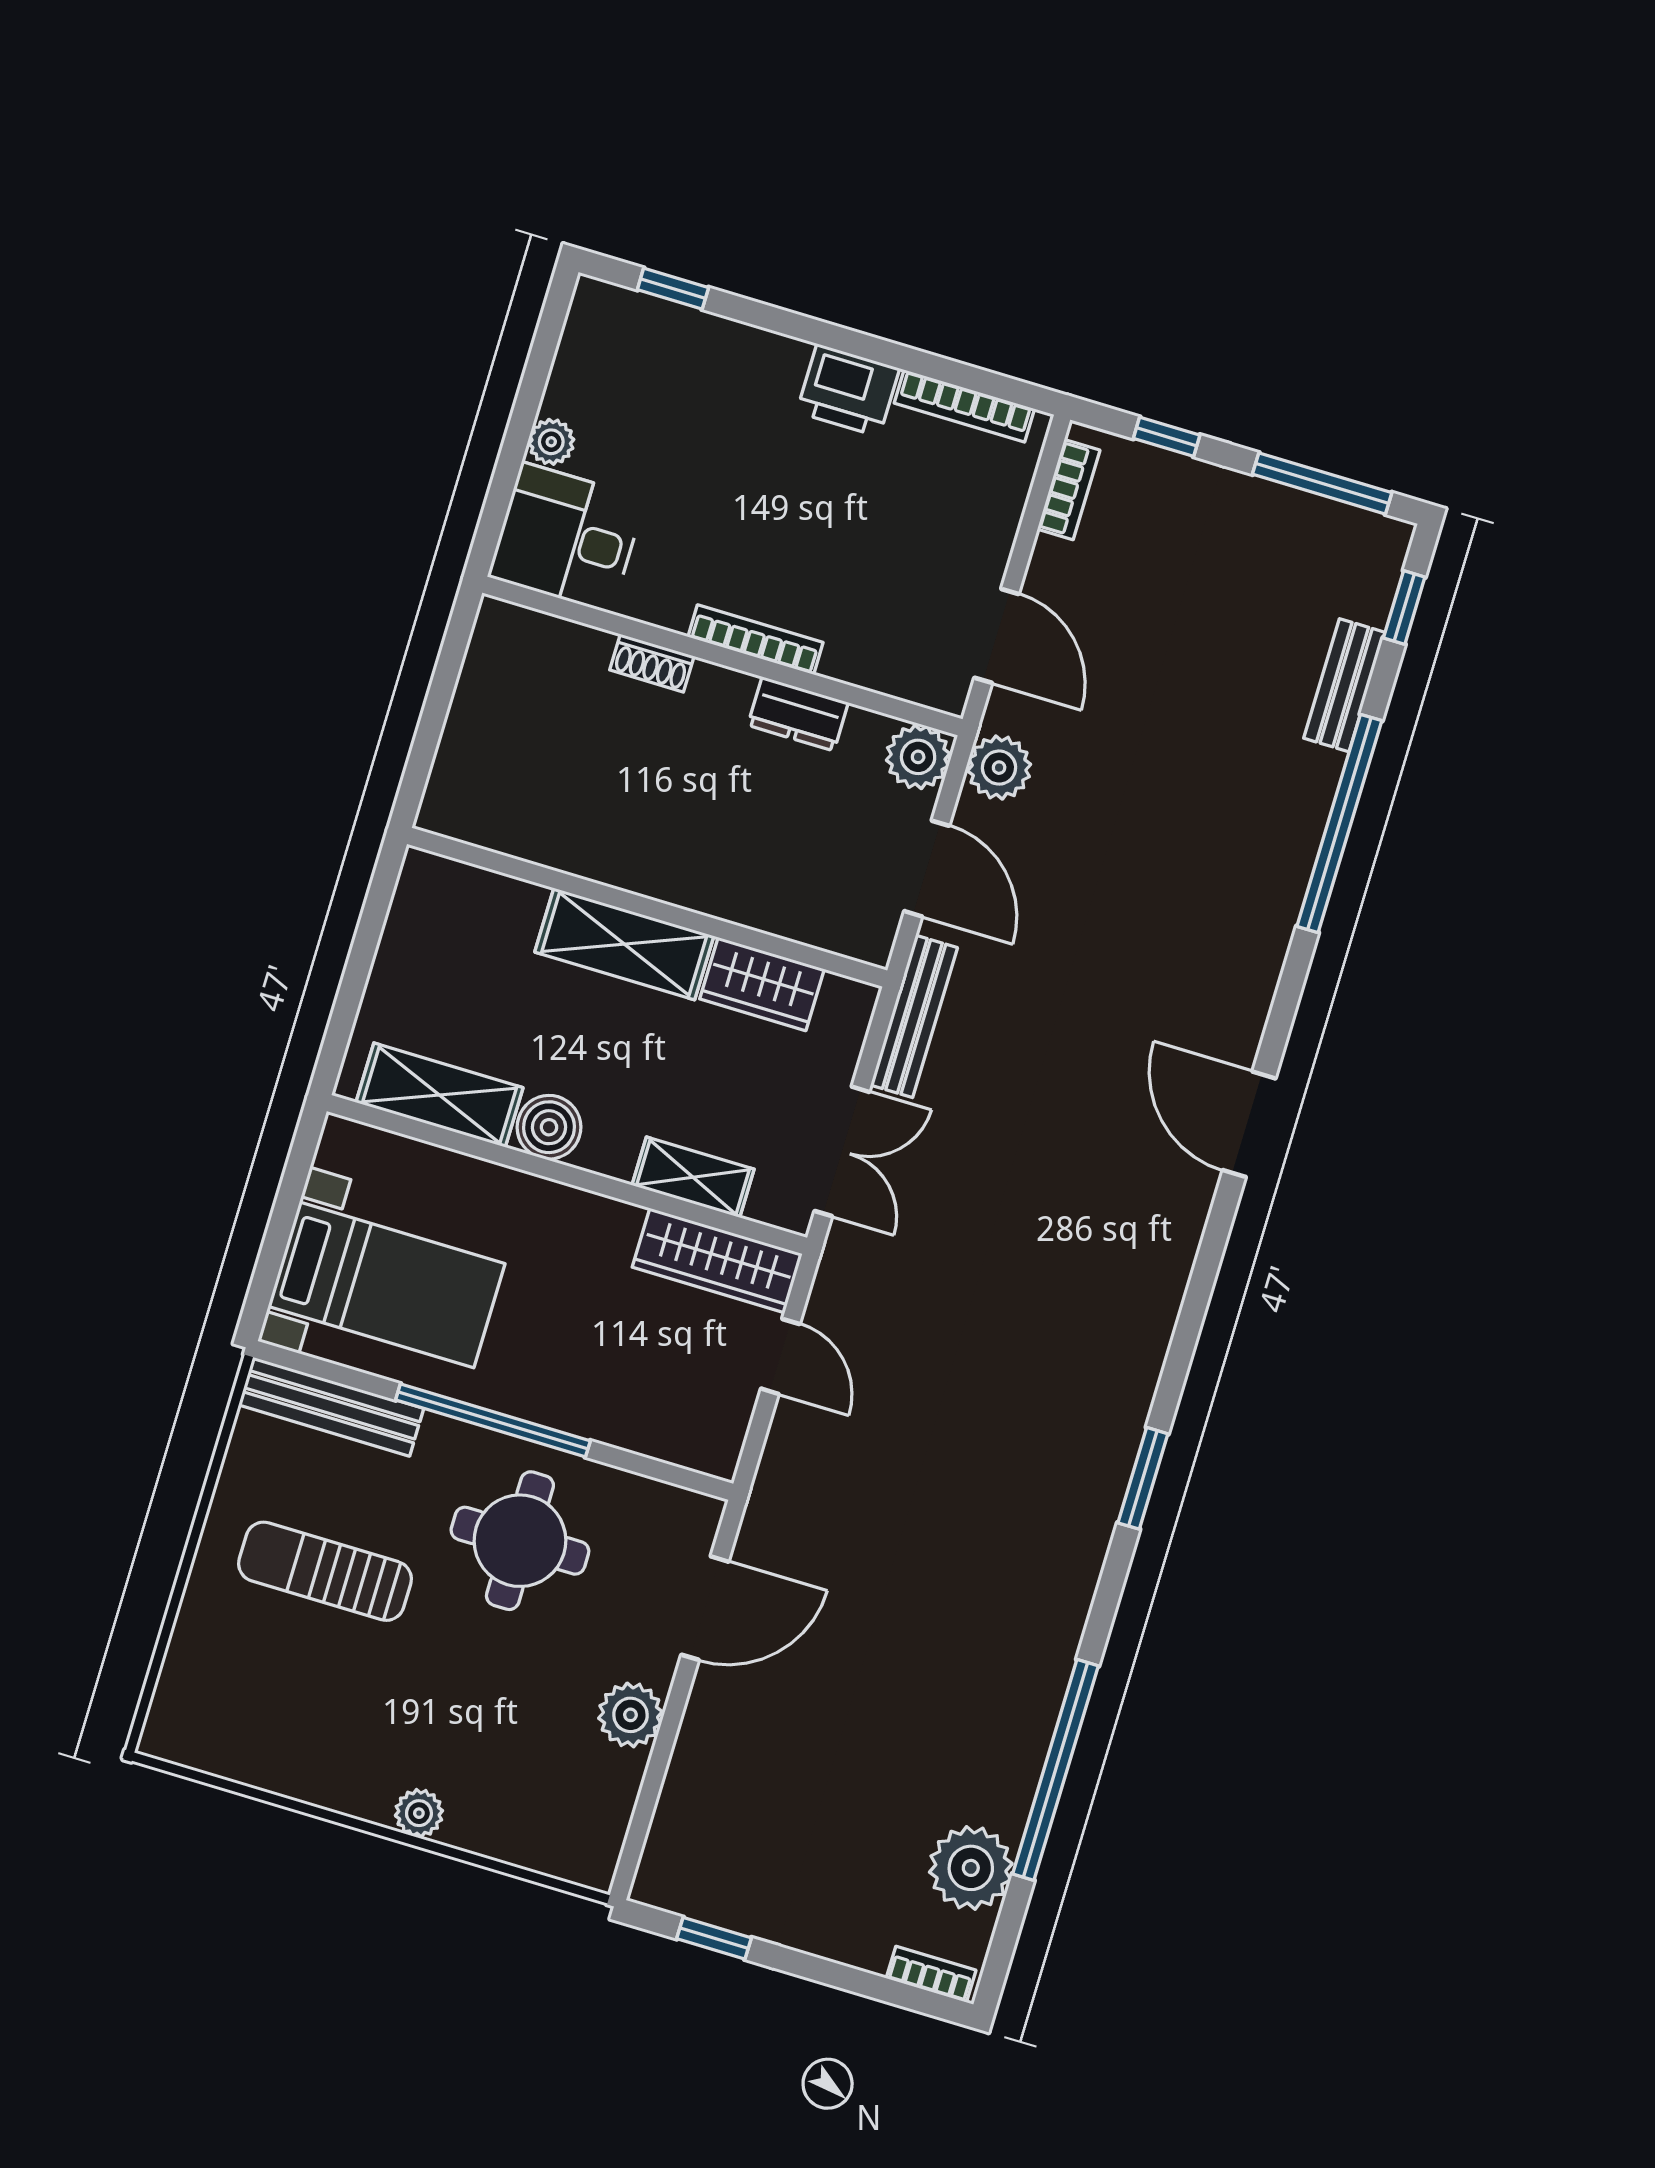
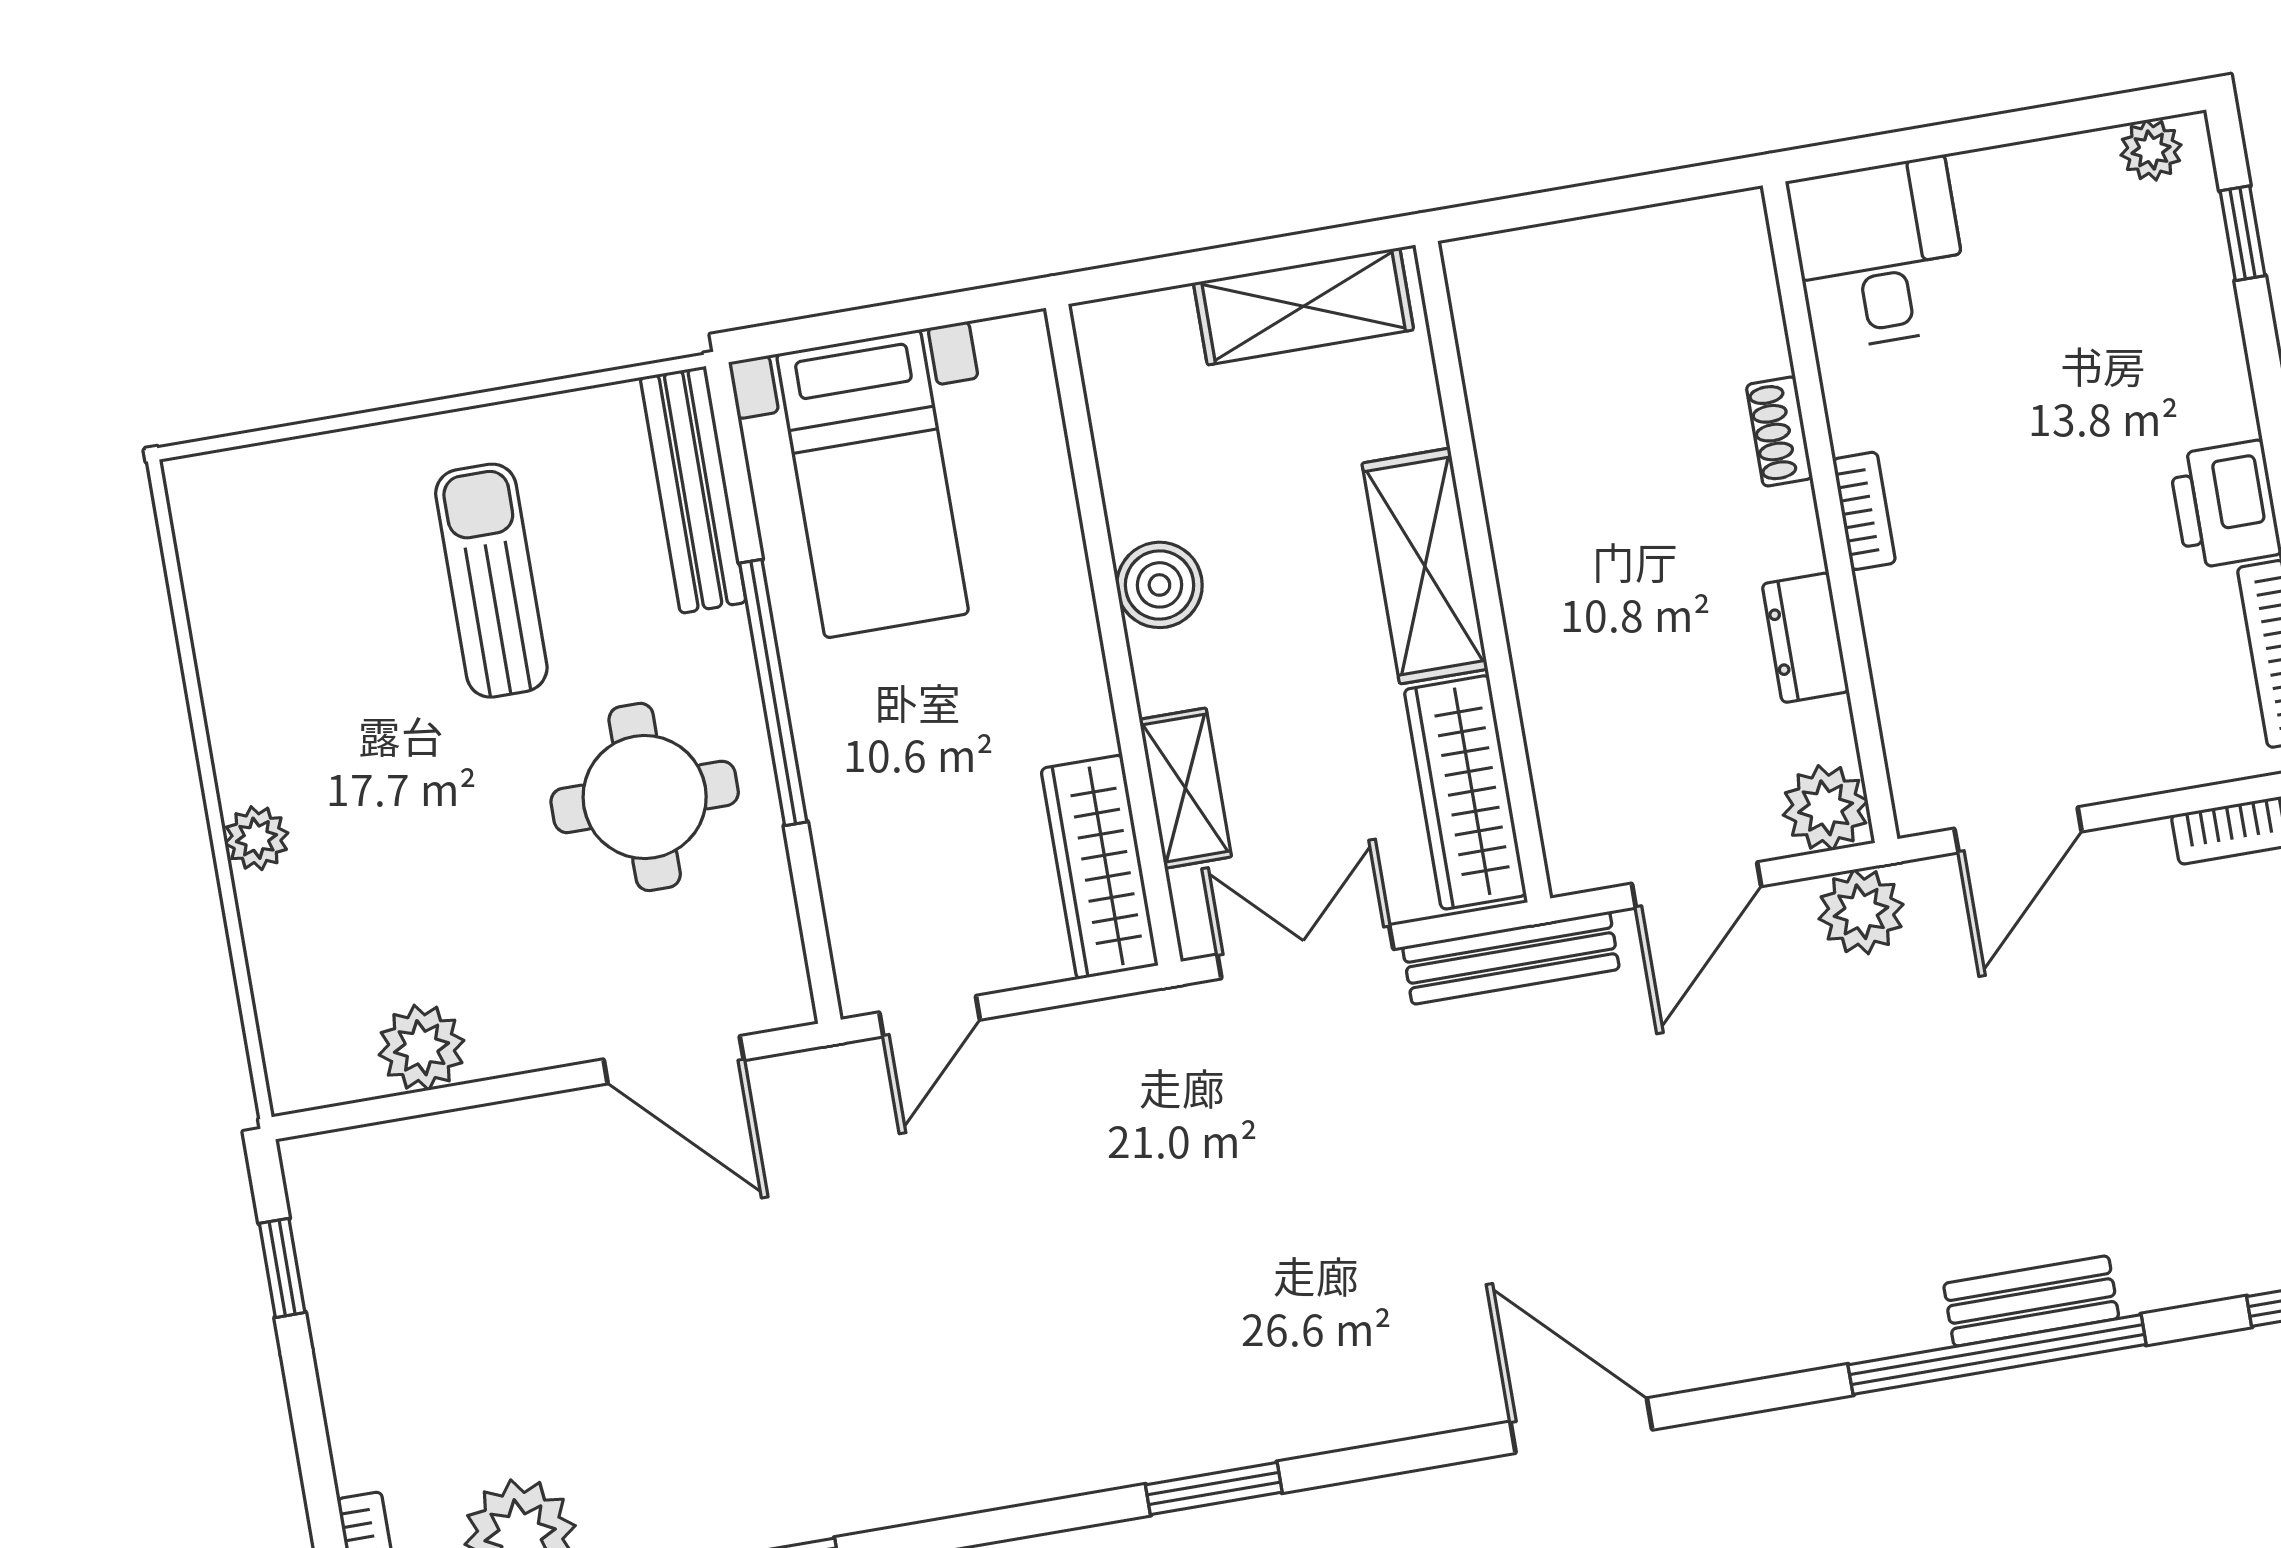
plant: (551, 442) -> (2151, 150), moved
bookcase: (756, 640) -> (1864, 511), width x0.64
bench: (1344, 685) -> (2031, 1301), moved
wardrobe: (762, 984) -> (1465, 792), width x1.50
shelving: (439, 1095) -> (1303, 306), moved, turned 90
door: (1249, 1124) -> (1581, 1426), hinge flipped
double door: (842, 1151) -> (1305, 952), swing flipped
door: (780, 1356) -> (930, 1016), moved
window: (1143, 1478) -> (1214, 1488), moved
plant: (630, 1715) -> (422, 1048), moved

